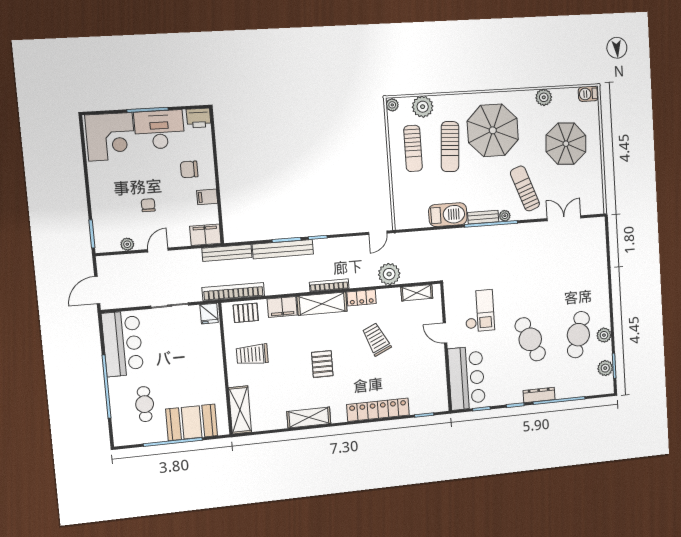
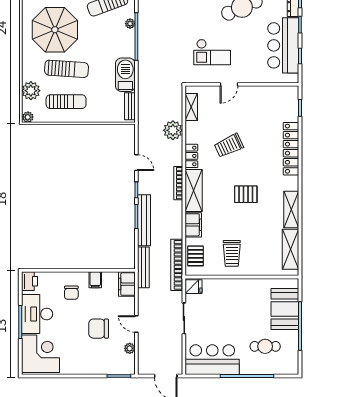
chair: (148, 205) -> (99, 329), width x1.87, depth x1.87
bench: (483, 217) -> (130, 106), moved
door: (378, 233) -> (136, 163), moved
checkout: (479, 311) -> (212, 52), turned 180
bar counter: (467, 378) -> (283, 45), moved, turned -90
shelving: (240, 410) -> (291, 249), moved, turned 90

